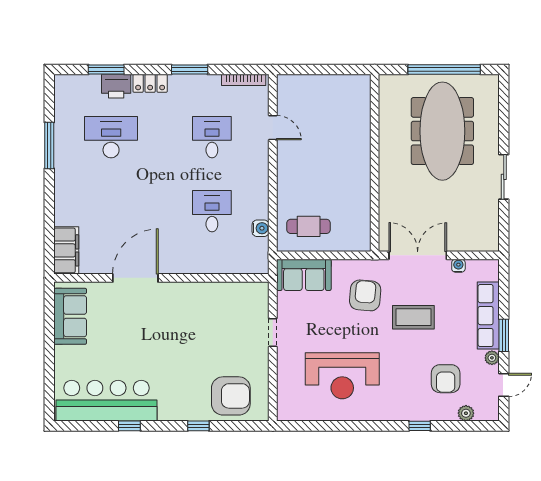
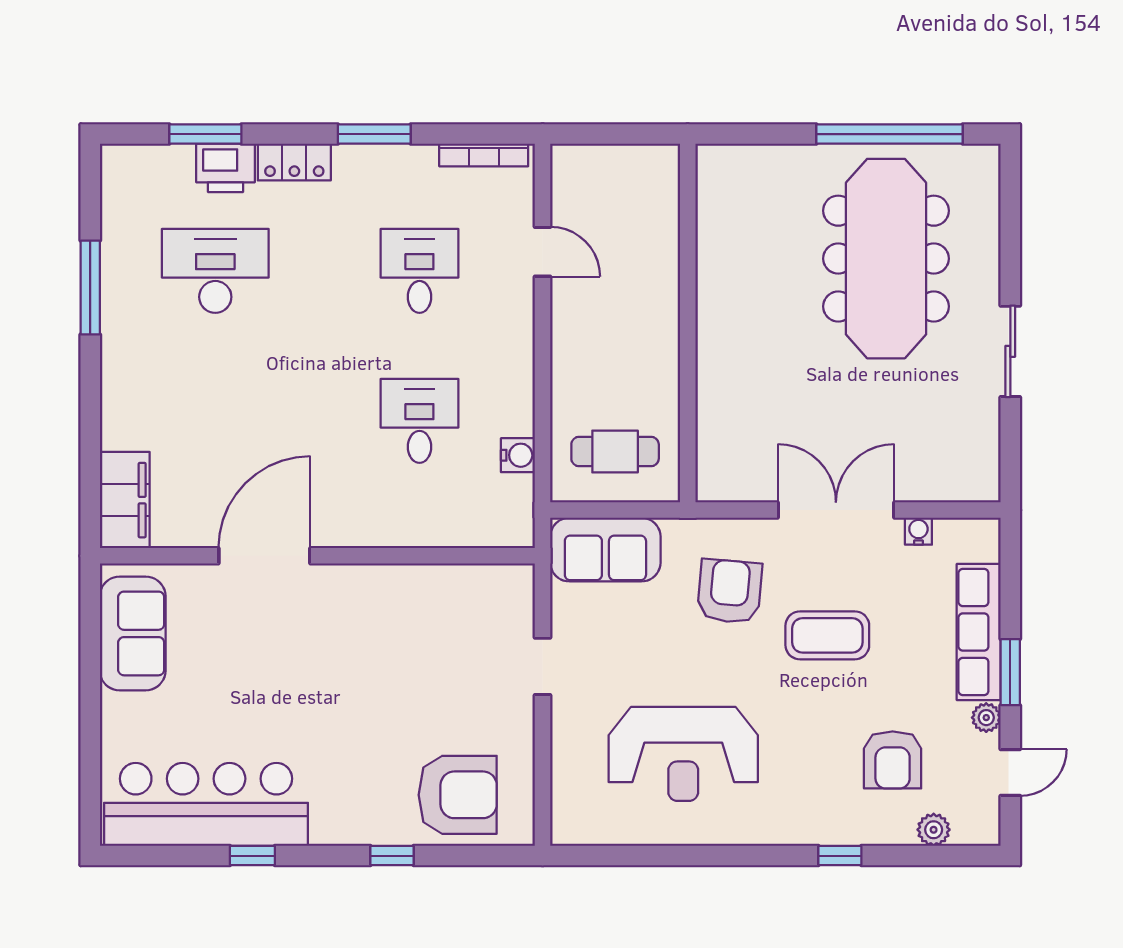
wall: (375, 163) -> (688, 323), moved

